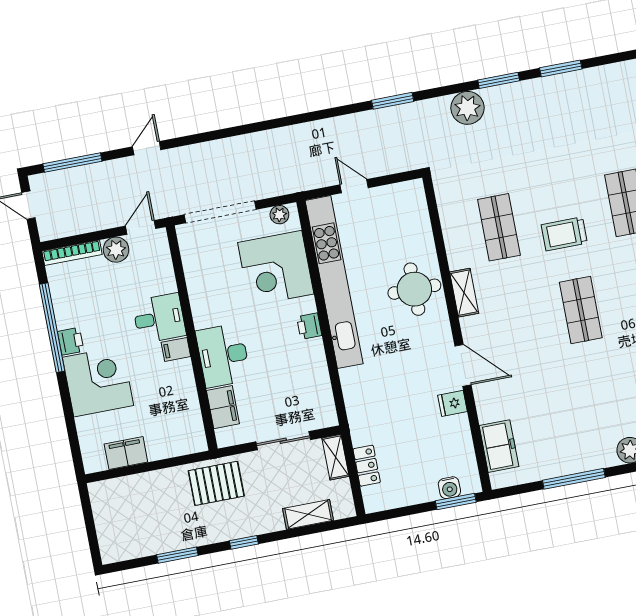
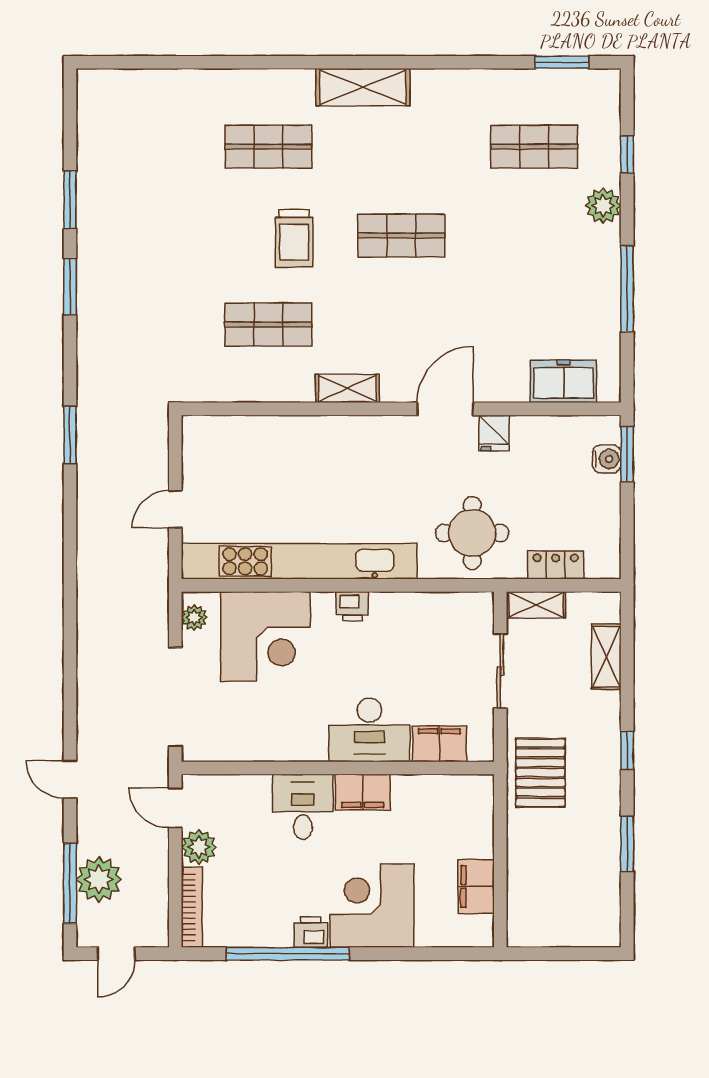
plant: (467, 108) -> (99, 879), moved
round table: (414, 289) -> (472, 533), moved
filing cabinet: (176, 349) -> (363, 792), width x2.00

